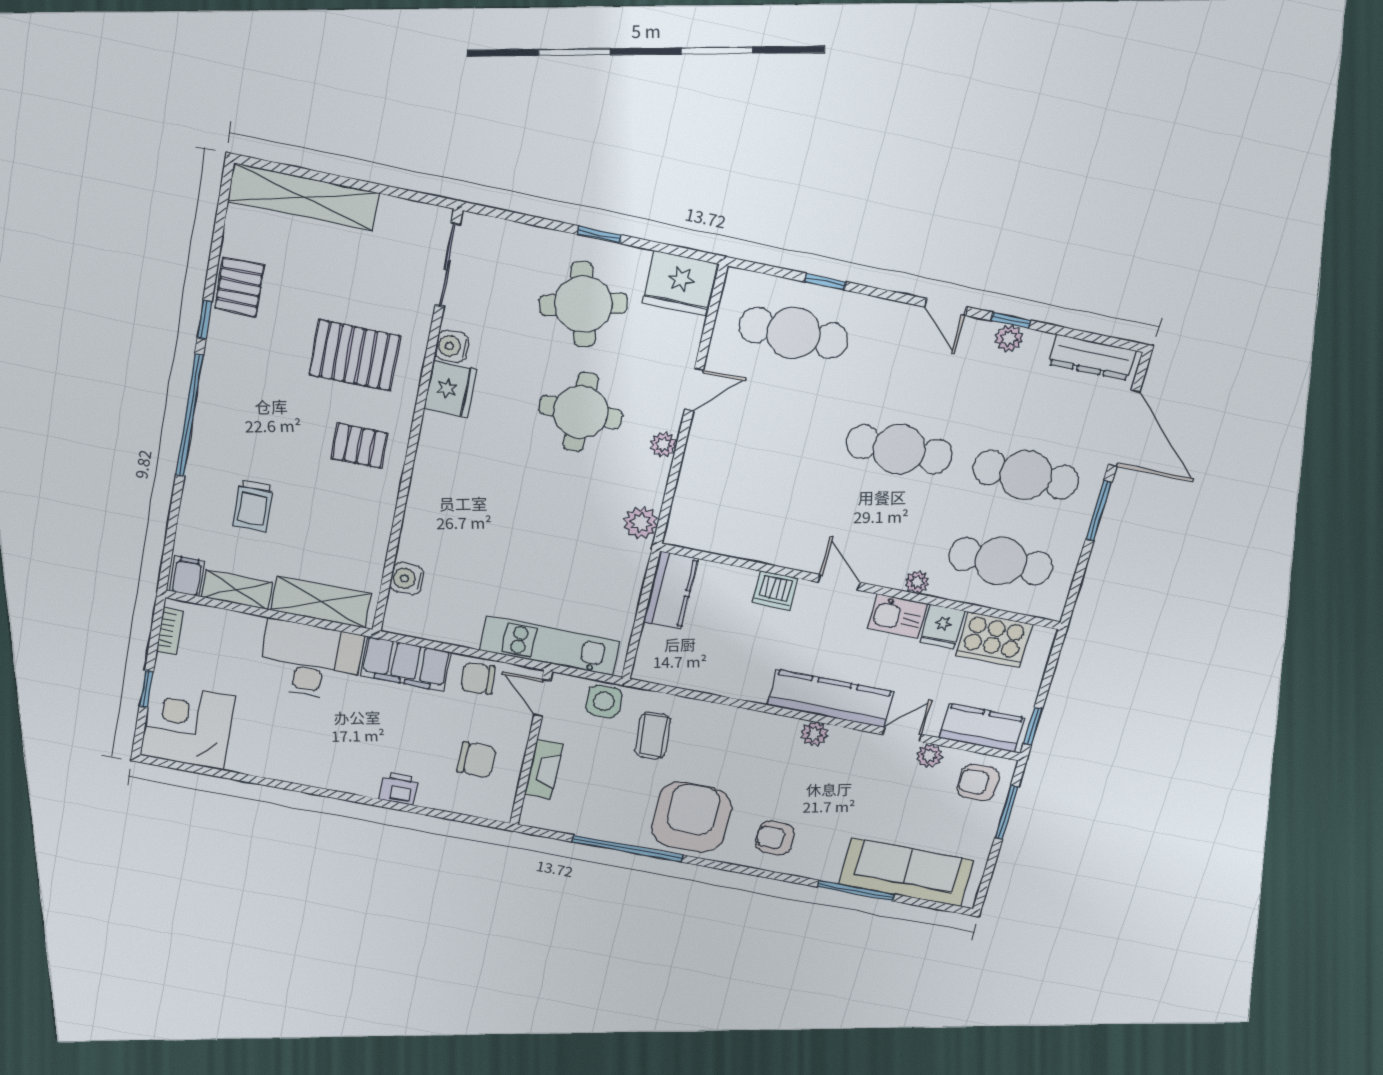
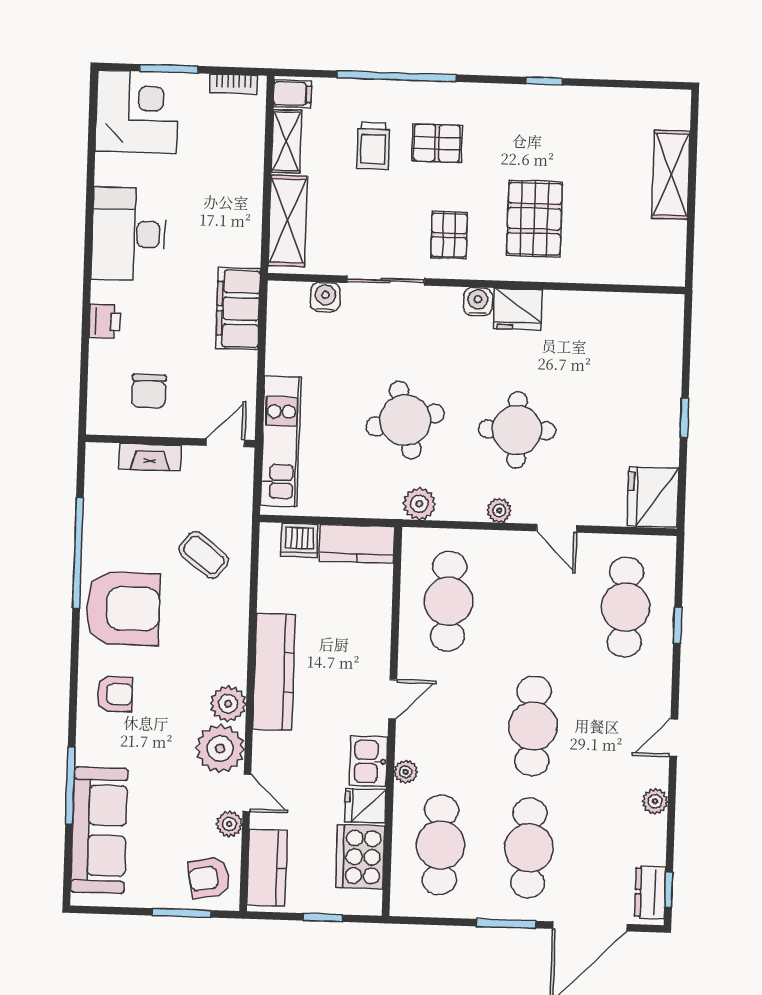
shelving: (303, 197) -> (671, 175), width x0.68
sliding door: (448, 265) -> (385, 281), moved
pallet: (239, 287) -> (437, 143), moved
round table: (583, 304) -> (405, 420), moved
window: (1011, 320) -> (669, 890), moved
water cooler: (452, 346) -> (478, 302), moved
dresser: (1092, 358) -> (650, 892), width x0.70
window: (189, 416) -> (397, 76), moved
trolley: (253, 506) -> (373, 146), turned -90
cafe table: (749, 511) -> (449, 601), added
dishwasher: (775, 590) -> (300, 540), moved, turned -90
desk: (310, 661) -> (129, 234), moved, turned 180
chair: (478, 678) -> (235, 379), removed
window: (146, 689) -> (169, 69), width x1.50
kitchen counter: (831, 699) -> (274, 672), moved
side table: (604, 701) -> (232, 502), removed
window: (1033, 726) -> (323, 918), moved
plant: (814, 734) -> (228, 704), width x1.38, depth x1.38
coffee table: (653, 736) -> (204, 555), turned 42
plant: (852, 752) -> (220, 749), added
armchair: (978, 782) -> (209, 878), turned -100
armchair: (775, 838) -> (114, 694), turned 90

